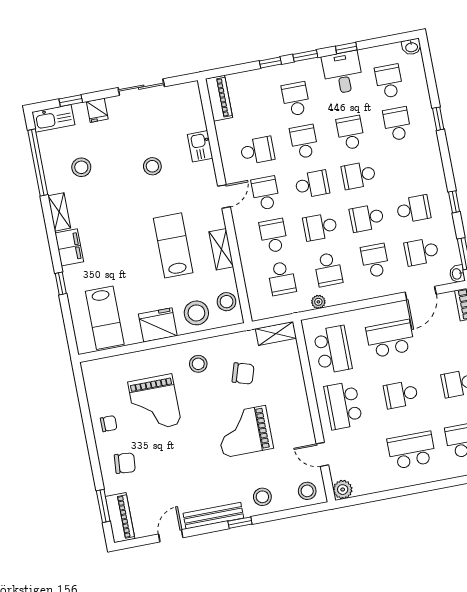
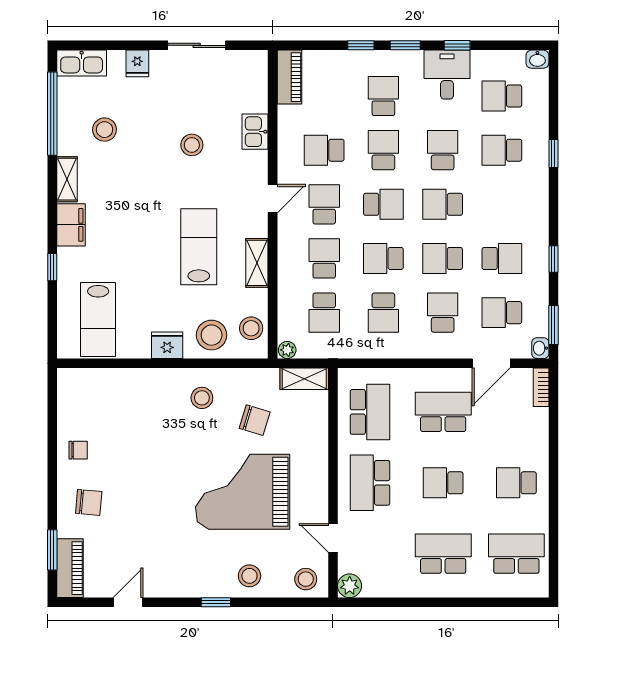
school desk: (389, 81) -> (502, 96), turned -90
window: (71, 101) -> (107, 45), removed
school desk: (397, 124) -> (502, 150), turned -90
school desk: (257, 151) -> (324, 150), turned 180
plant: (318, 302) -> (287, 350), moved
fridge: (158, 325) -> (167, 345), width x0.73, depth x0.75
grand piano: (154, 403) -> (139, 436), removed
grand piano: (244, 432) -> (243, 492), width x1.37, depth x1.48
bench: (213, 516) -> (185, 587), removed

